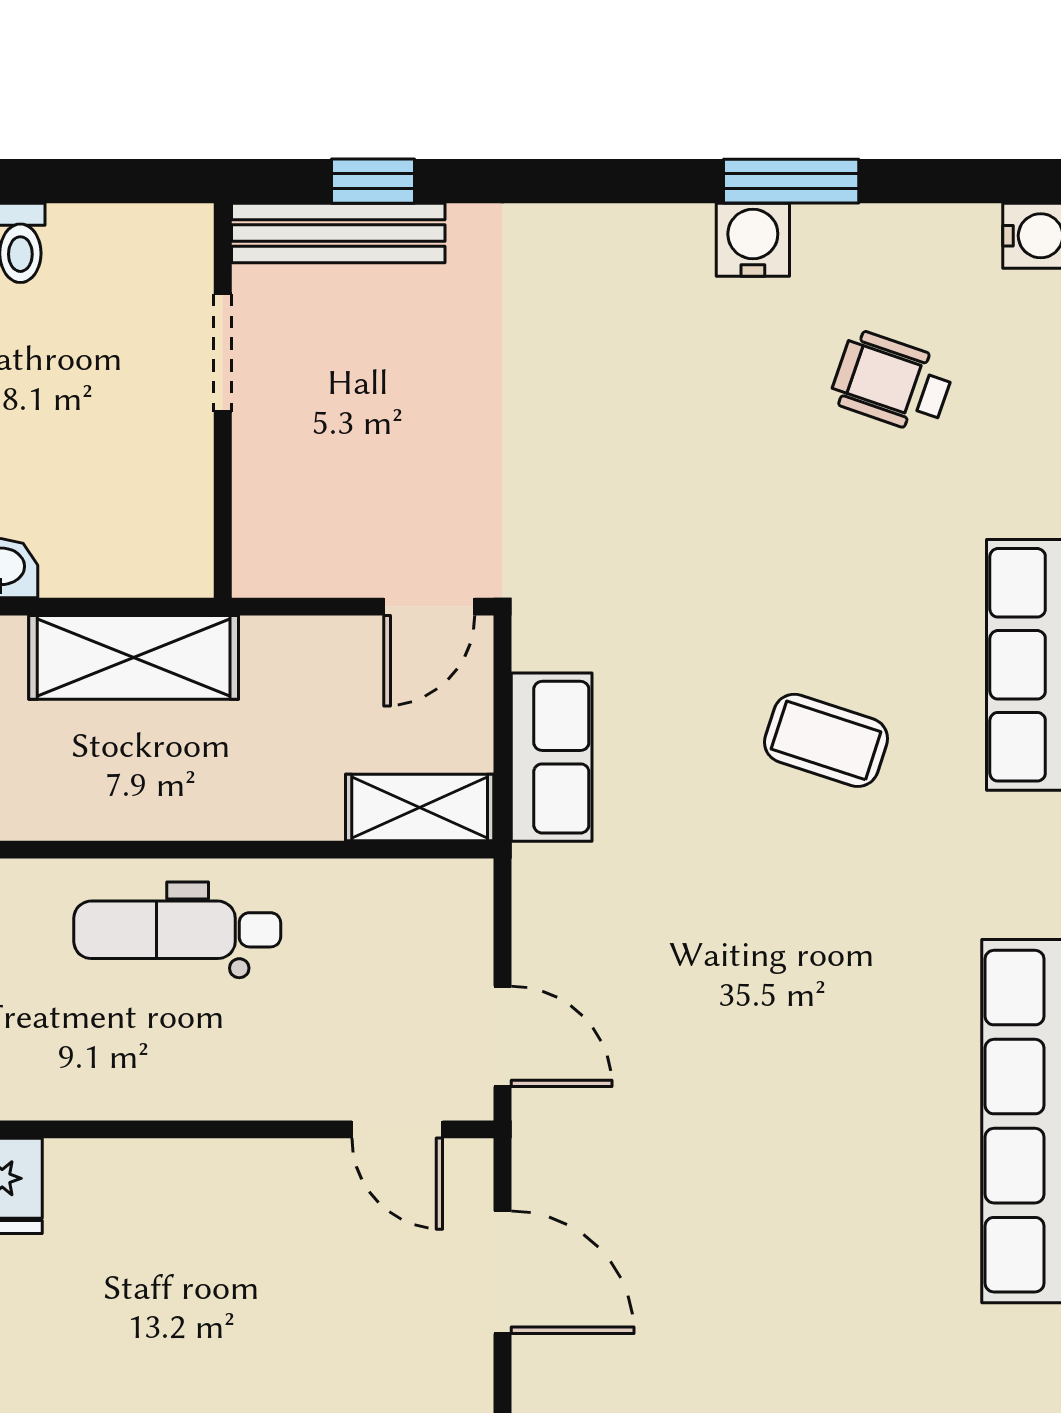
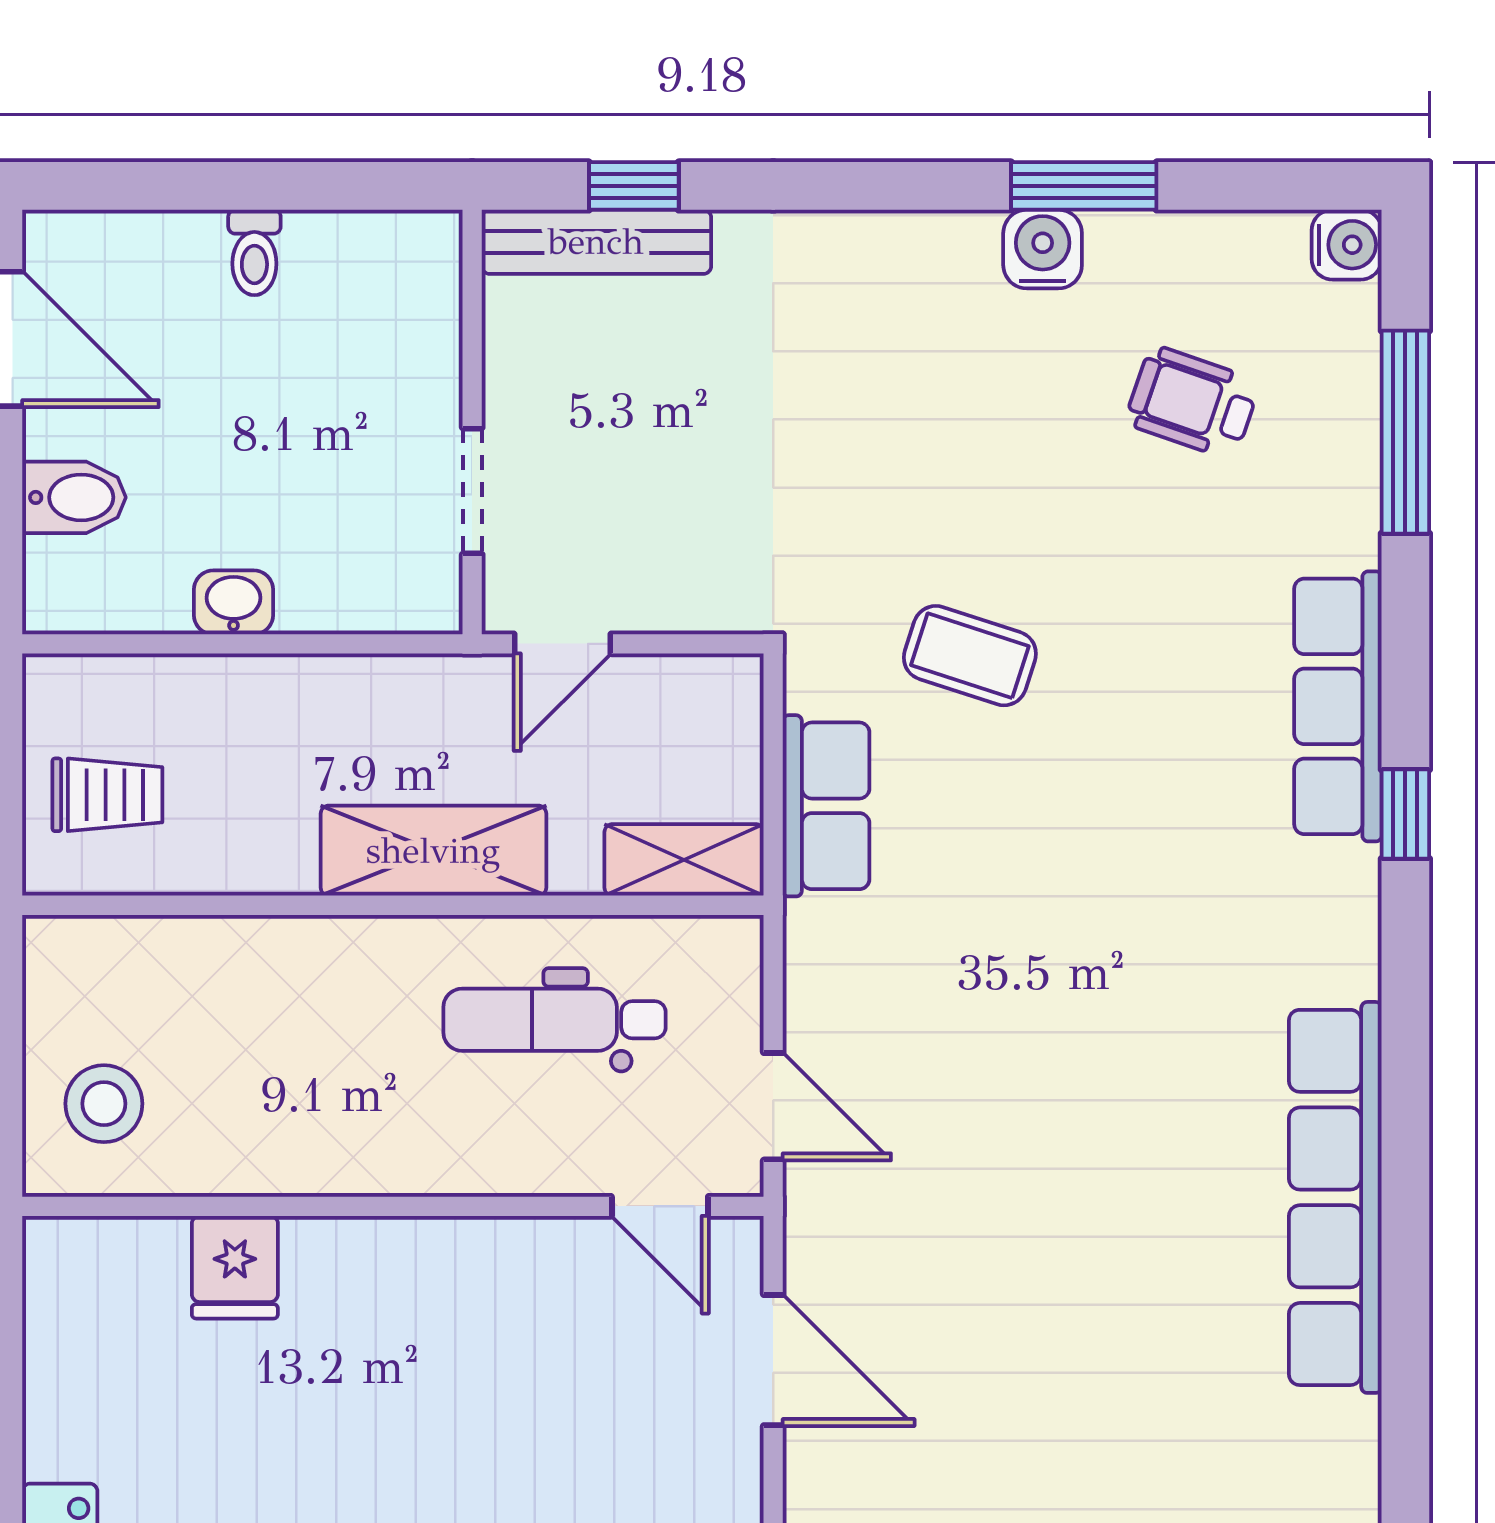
doorway: (223, 353) -> (472, 491), moved
door: (429, 607) -> (562, 644), moved
shelving: (134, 657) -> (433, 851), moved
coffee table: (826, 740) -> (970, 656), moved
dental chair: (177, 930) -> (554, 1020), moved

